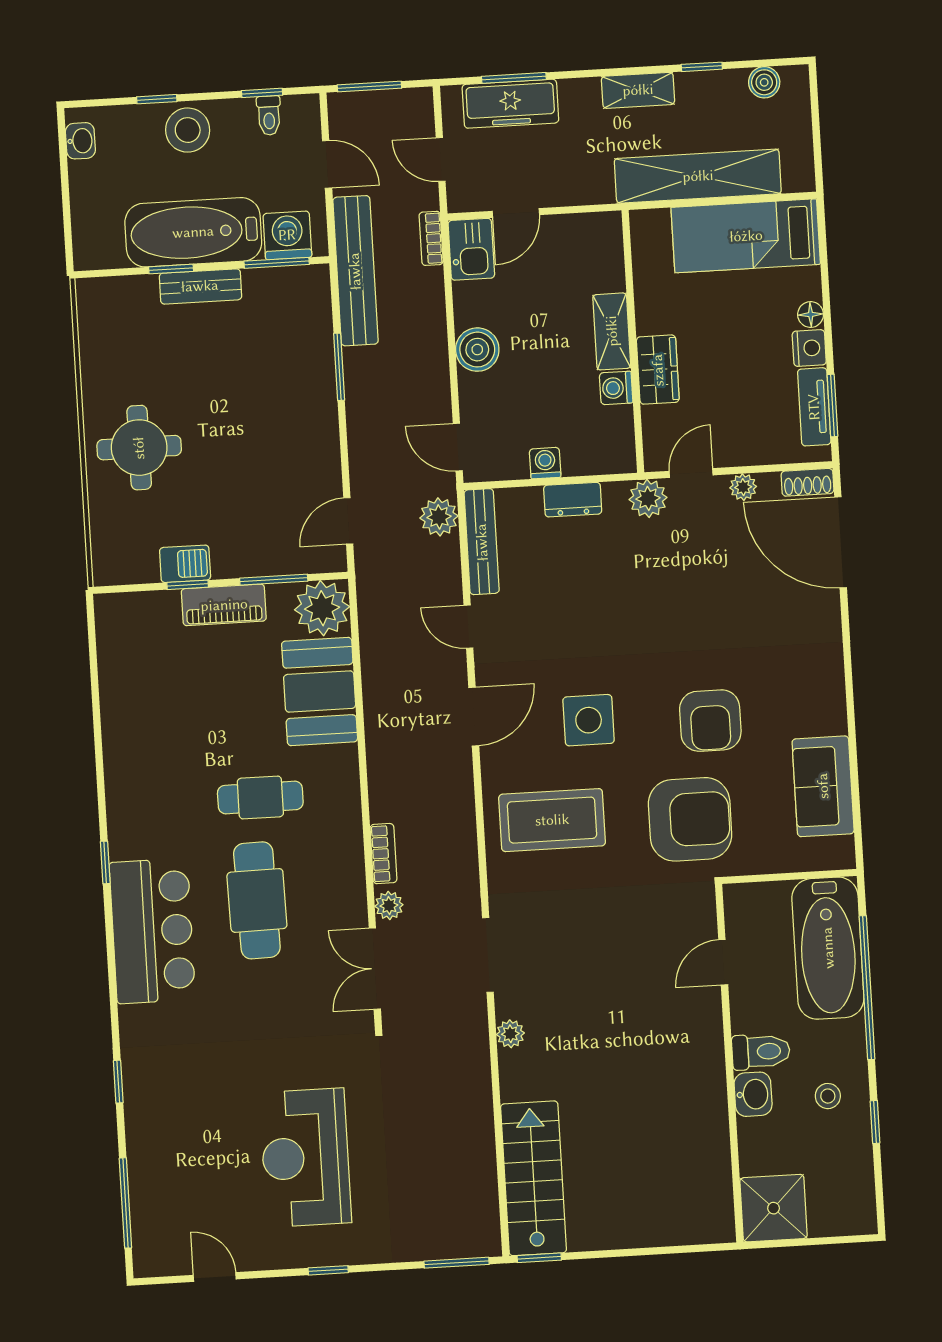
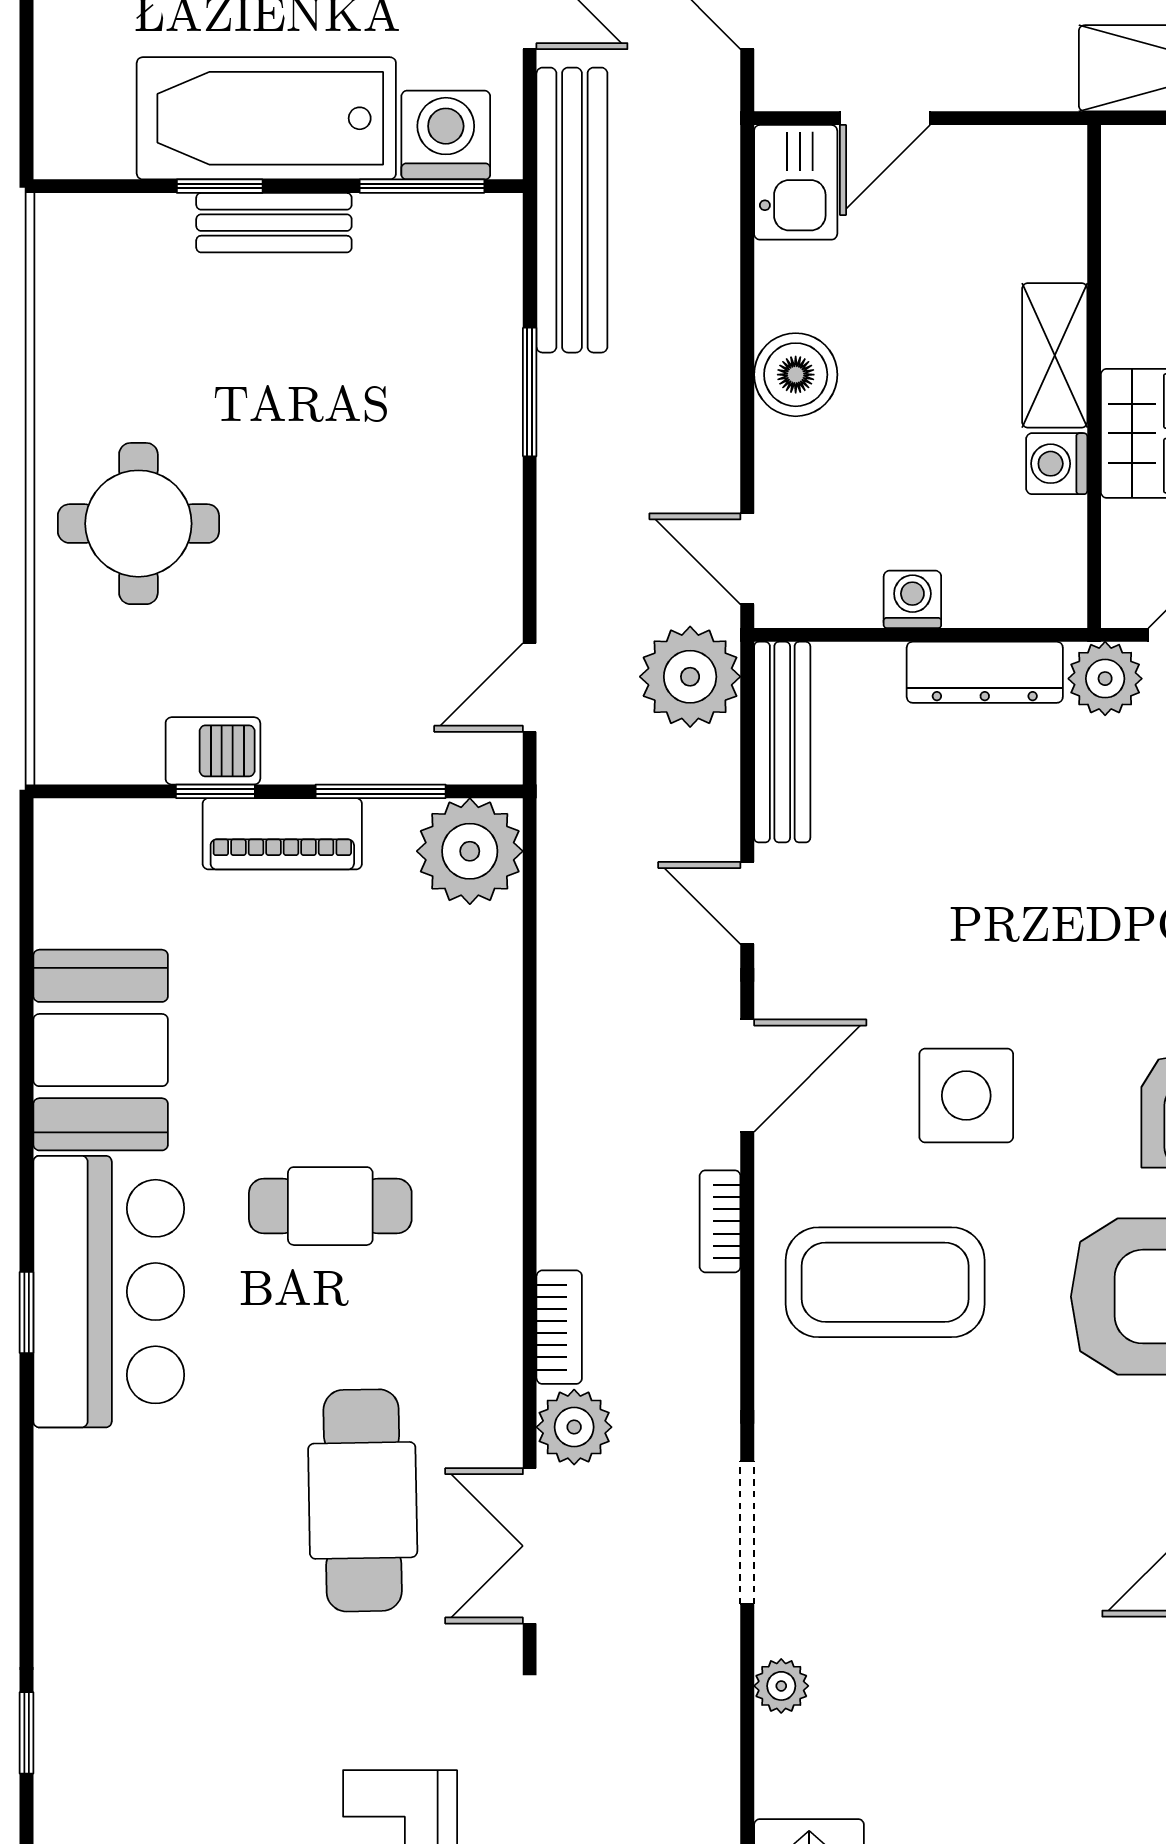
bookcase: (431, 238) -> (720, 1221), moved
dresser: (573, 500) -> (985, 672), width x1.44
plant: (439, 517) -> (690, 677), width x1.36, depth x1.36
booth: (320, 691) -> (101, 1050), moved
cafe table: (257, 900) -> (363, 1500), moved
plant: (389, 906) -> (574, 1427), width x1.38, depth x1.38
bar counter: (152, 931) -> (109, 1292), moved

